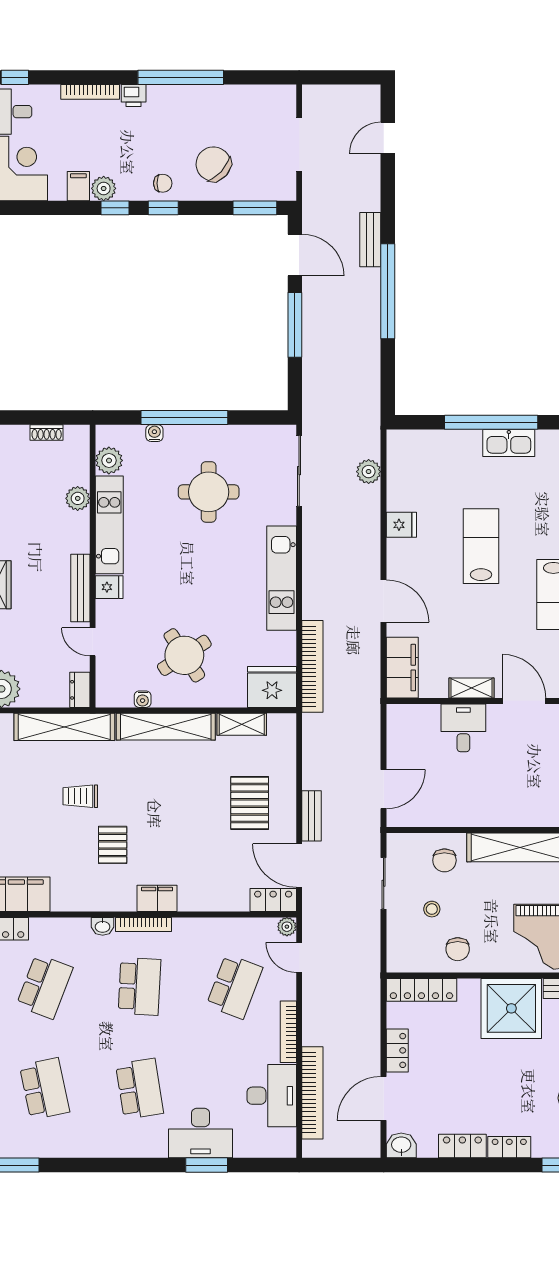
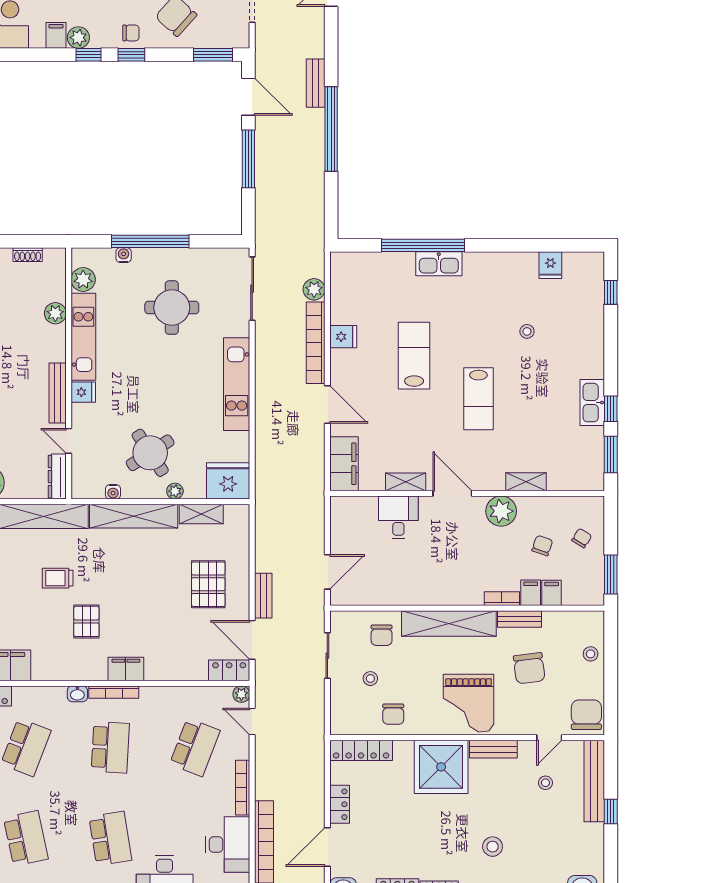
bookcase: (312, 666) -> (316, 343), moved, turned 180
dresser: (80, 690) -> (57, 477), width x1.44
plant: (212, 698) -> (175, 491), added

